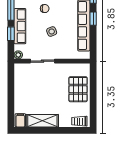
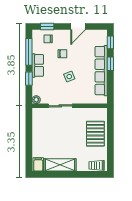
row of seats: (20, 26) -> (38, 65), width x0.68

